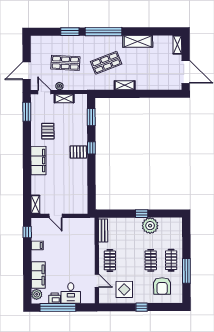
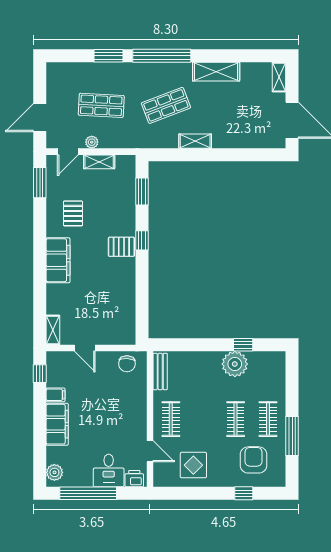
door: (44, 92) -> (68, 152), swing flipped
window: (142, 214) -> (243, 345), moved
chair: (82, 226) -> (127, 364), added
filing cabinet: (38, 275) -> (57, 424), moved
armchair: (162, 286) -> (253, 460), turned 180
printer: (55, 298) -> (134, 479), moved
window: (142, 307) -> (244, 493), moved

